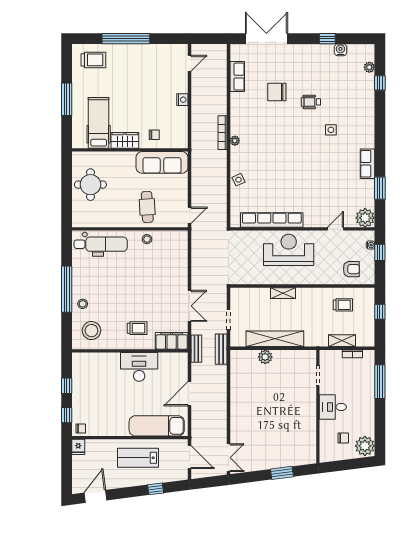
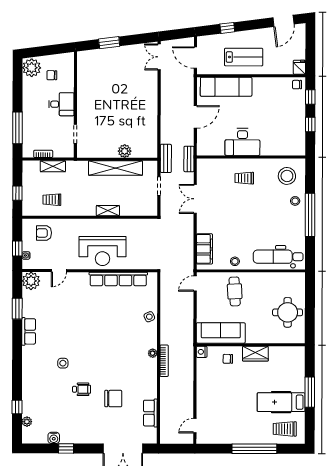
nightstand: (182, 100) -> (202, 352), moved
hospital bed: (99, 123) -> (281, 402), moved, turned 90
filing cabinet: (172, 341) -> (204, 249), moved, turned -90

